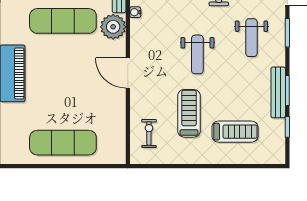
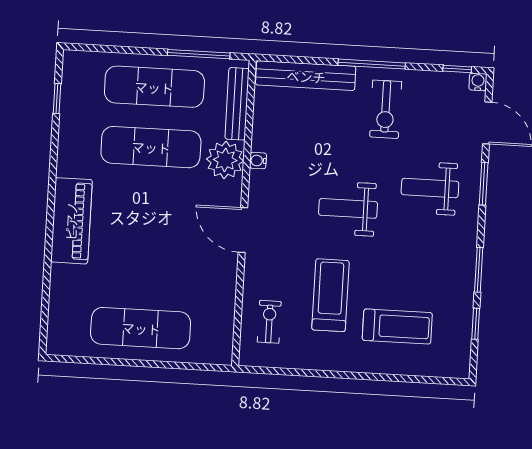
water cooler: (135, 12) -> (258, 161), moved
weight bench: (251, 38) -> (430, 188), turned 90
weight bench: (197, 54) -> (348, 208), turned 90
bench: (278, 92) -> (465, 272), removed

